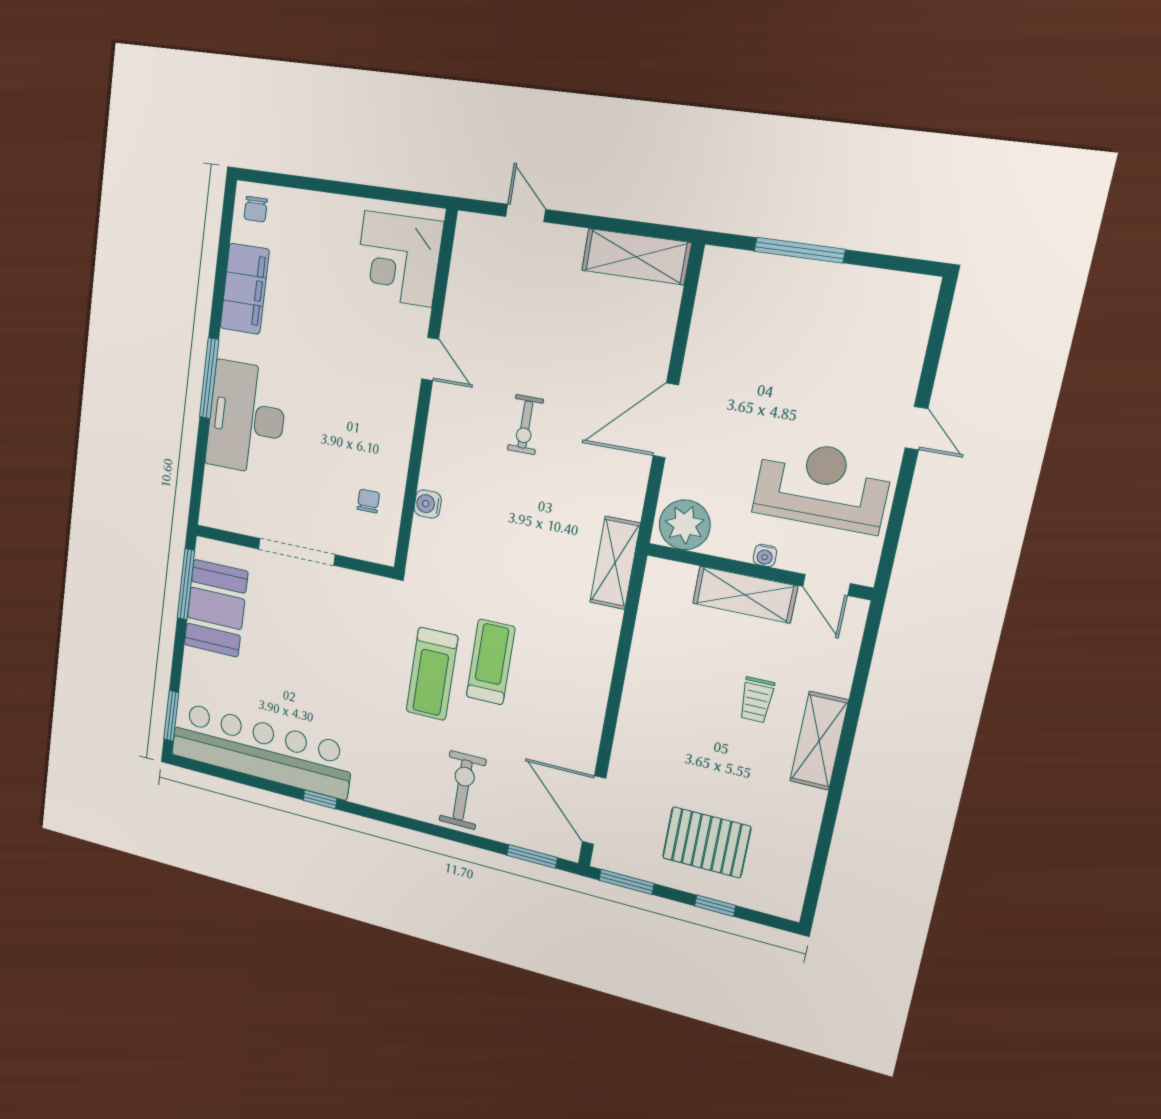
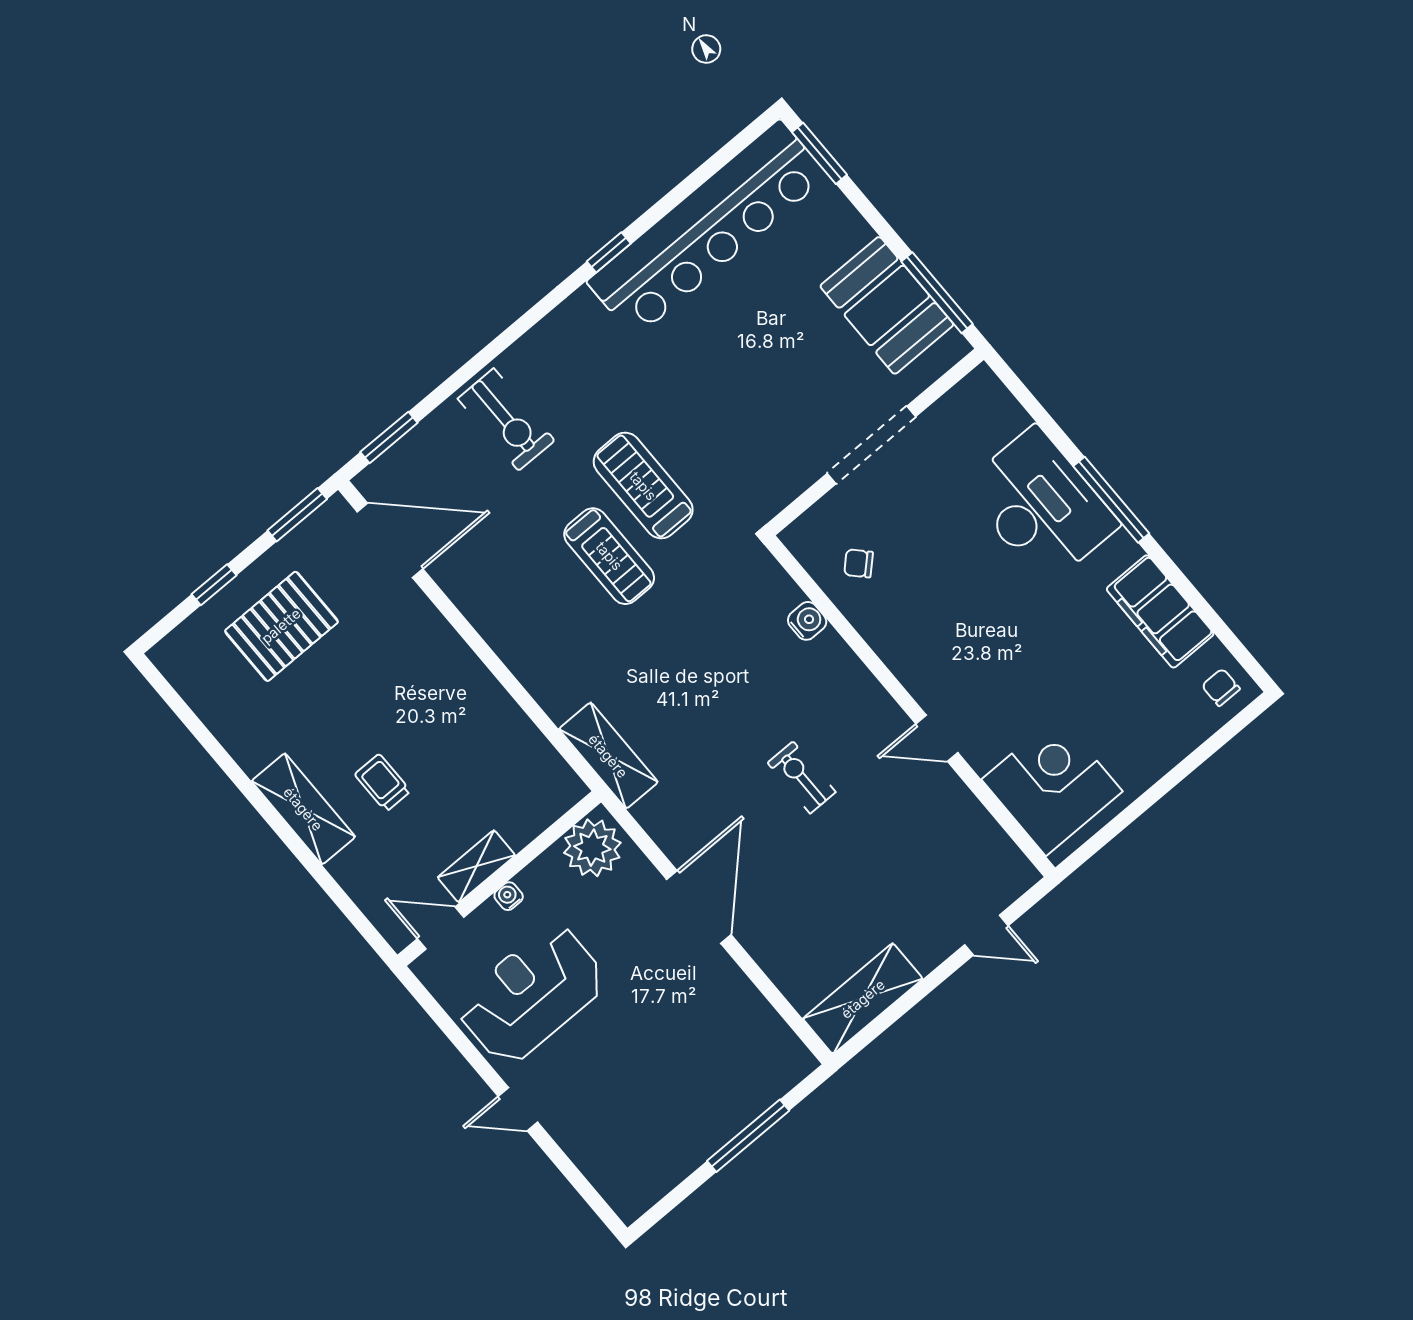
reception desk: (822, 486) -> (531, 994), turned 180
chair: (368, 501) -> (859, 563), turned 136
shelving: (745, 595) -> (476, 866), width x0.67, depth x0.75

